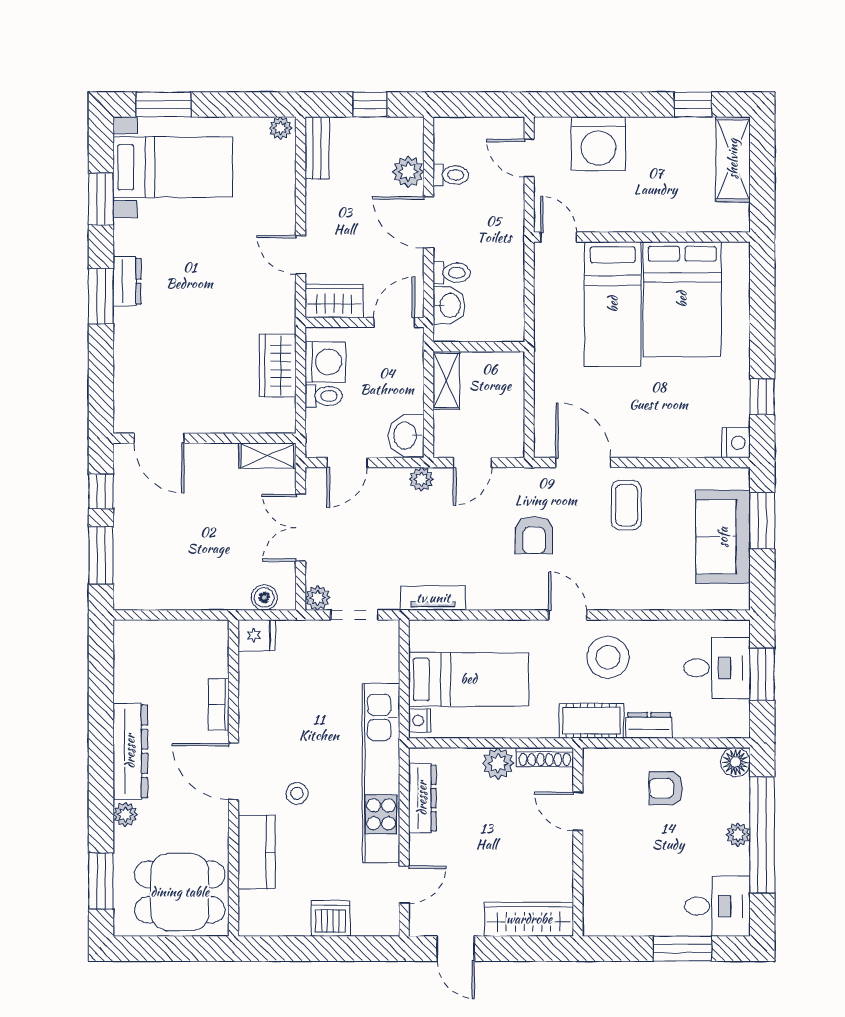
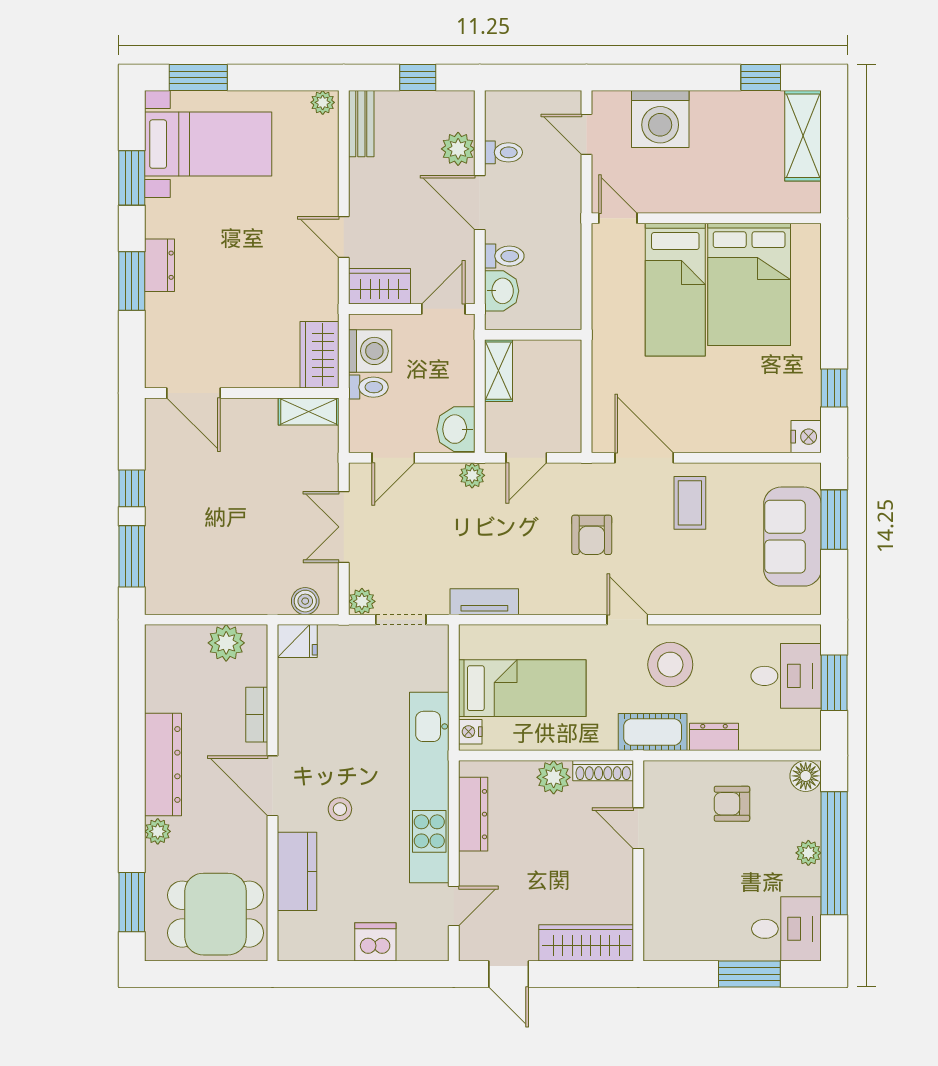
door: (159, 438) -> (194, 393), moved
wall: (205, 438) -> (242, 393), moved
shelving: (267, 456) -> (309, 412), moved
plant: (190, 637) -> (226, 643), added

